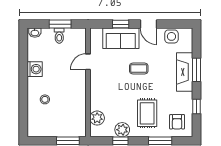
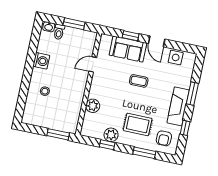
toilet: (59, 36) -> (59, 32), moved
fireplace: (185, 72) -> (178, 106), moved
rug: (147, 113) -> (138, 124), turned 90
plant: (97, 118) -> (93, 106), moved

